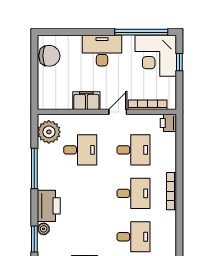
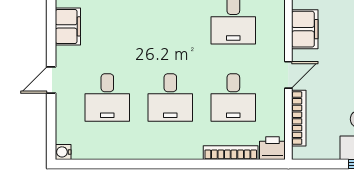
door: (118, 112) -> (288, 75), hinge flipped
bookcase: (171, 191) -> (231, 153), moved

